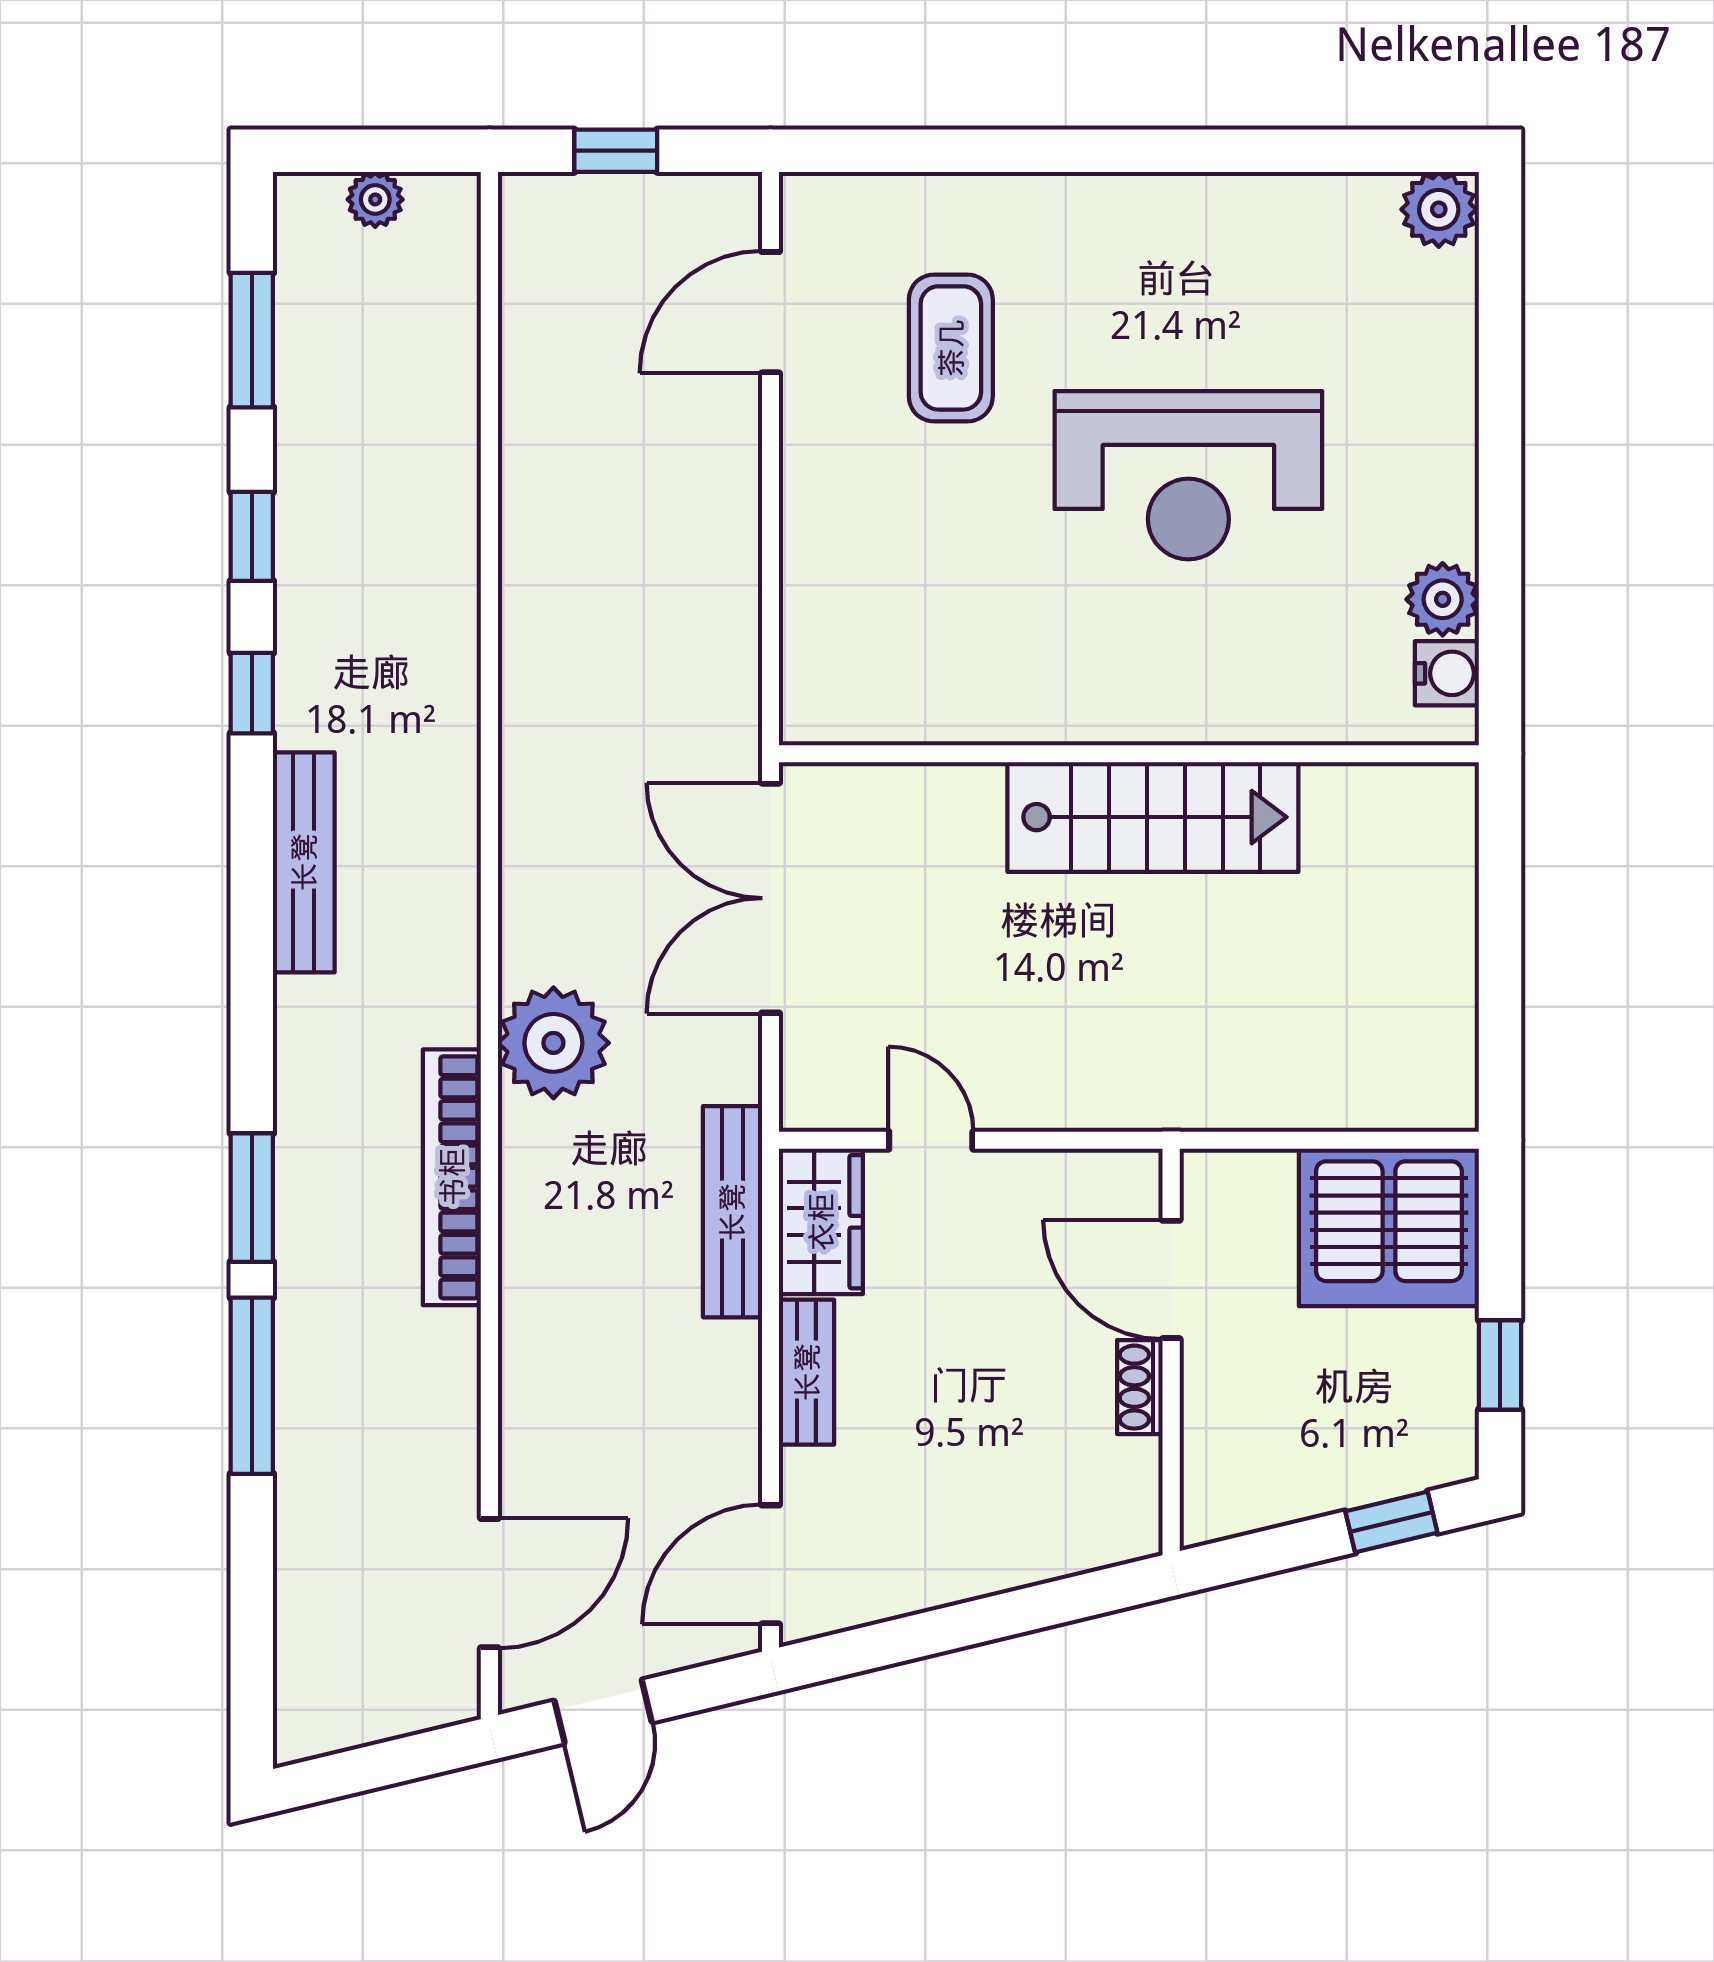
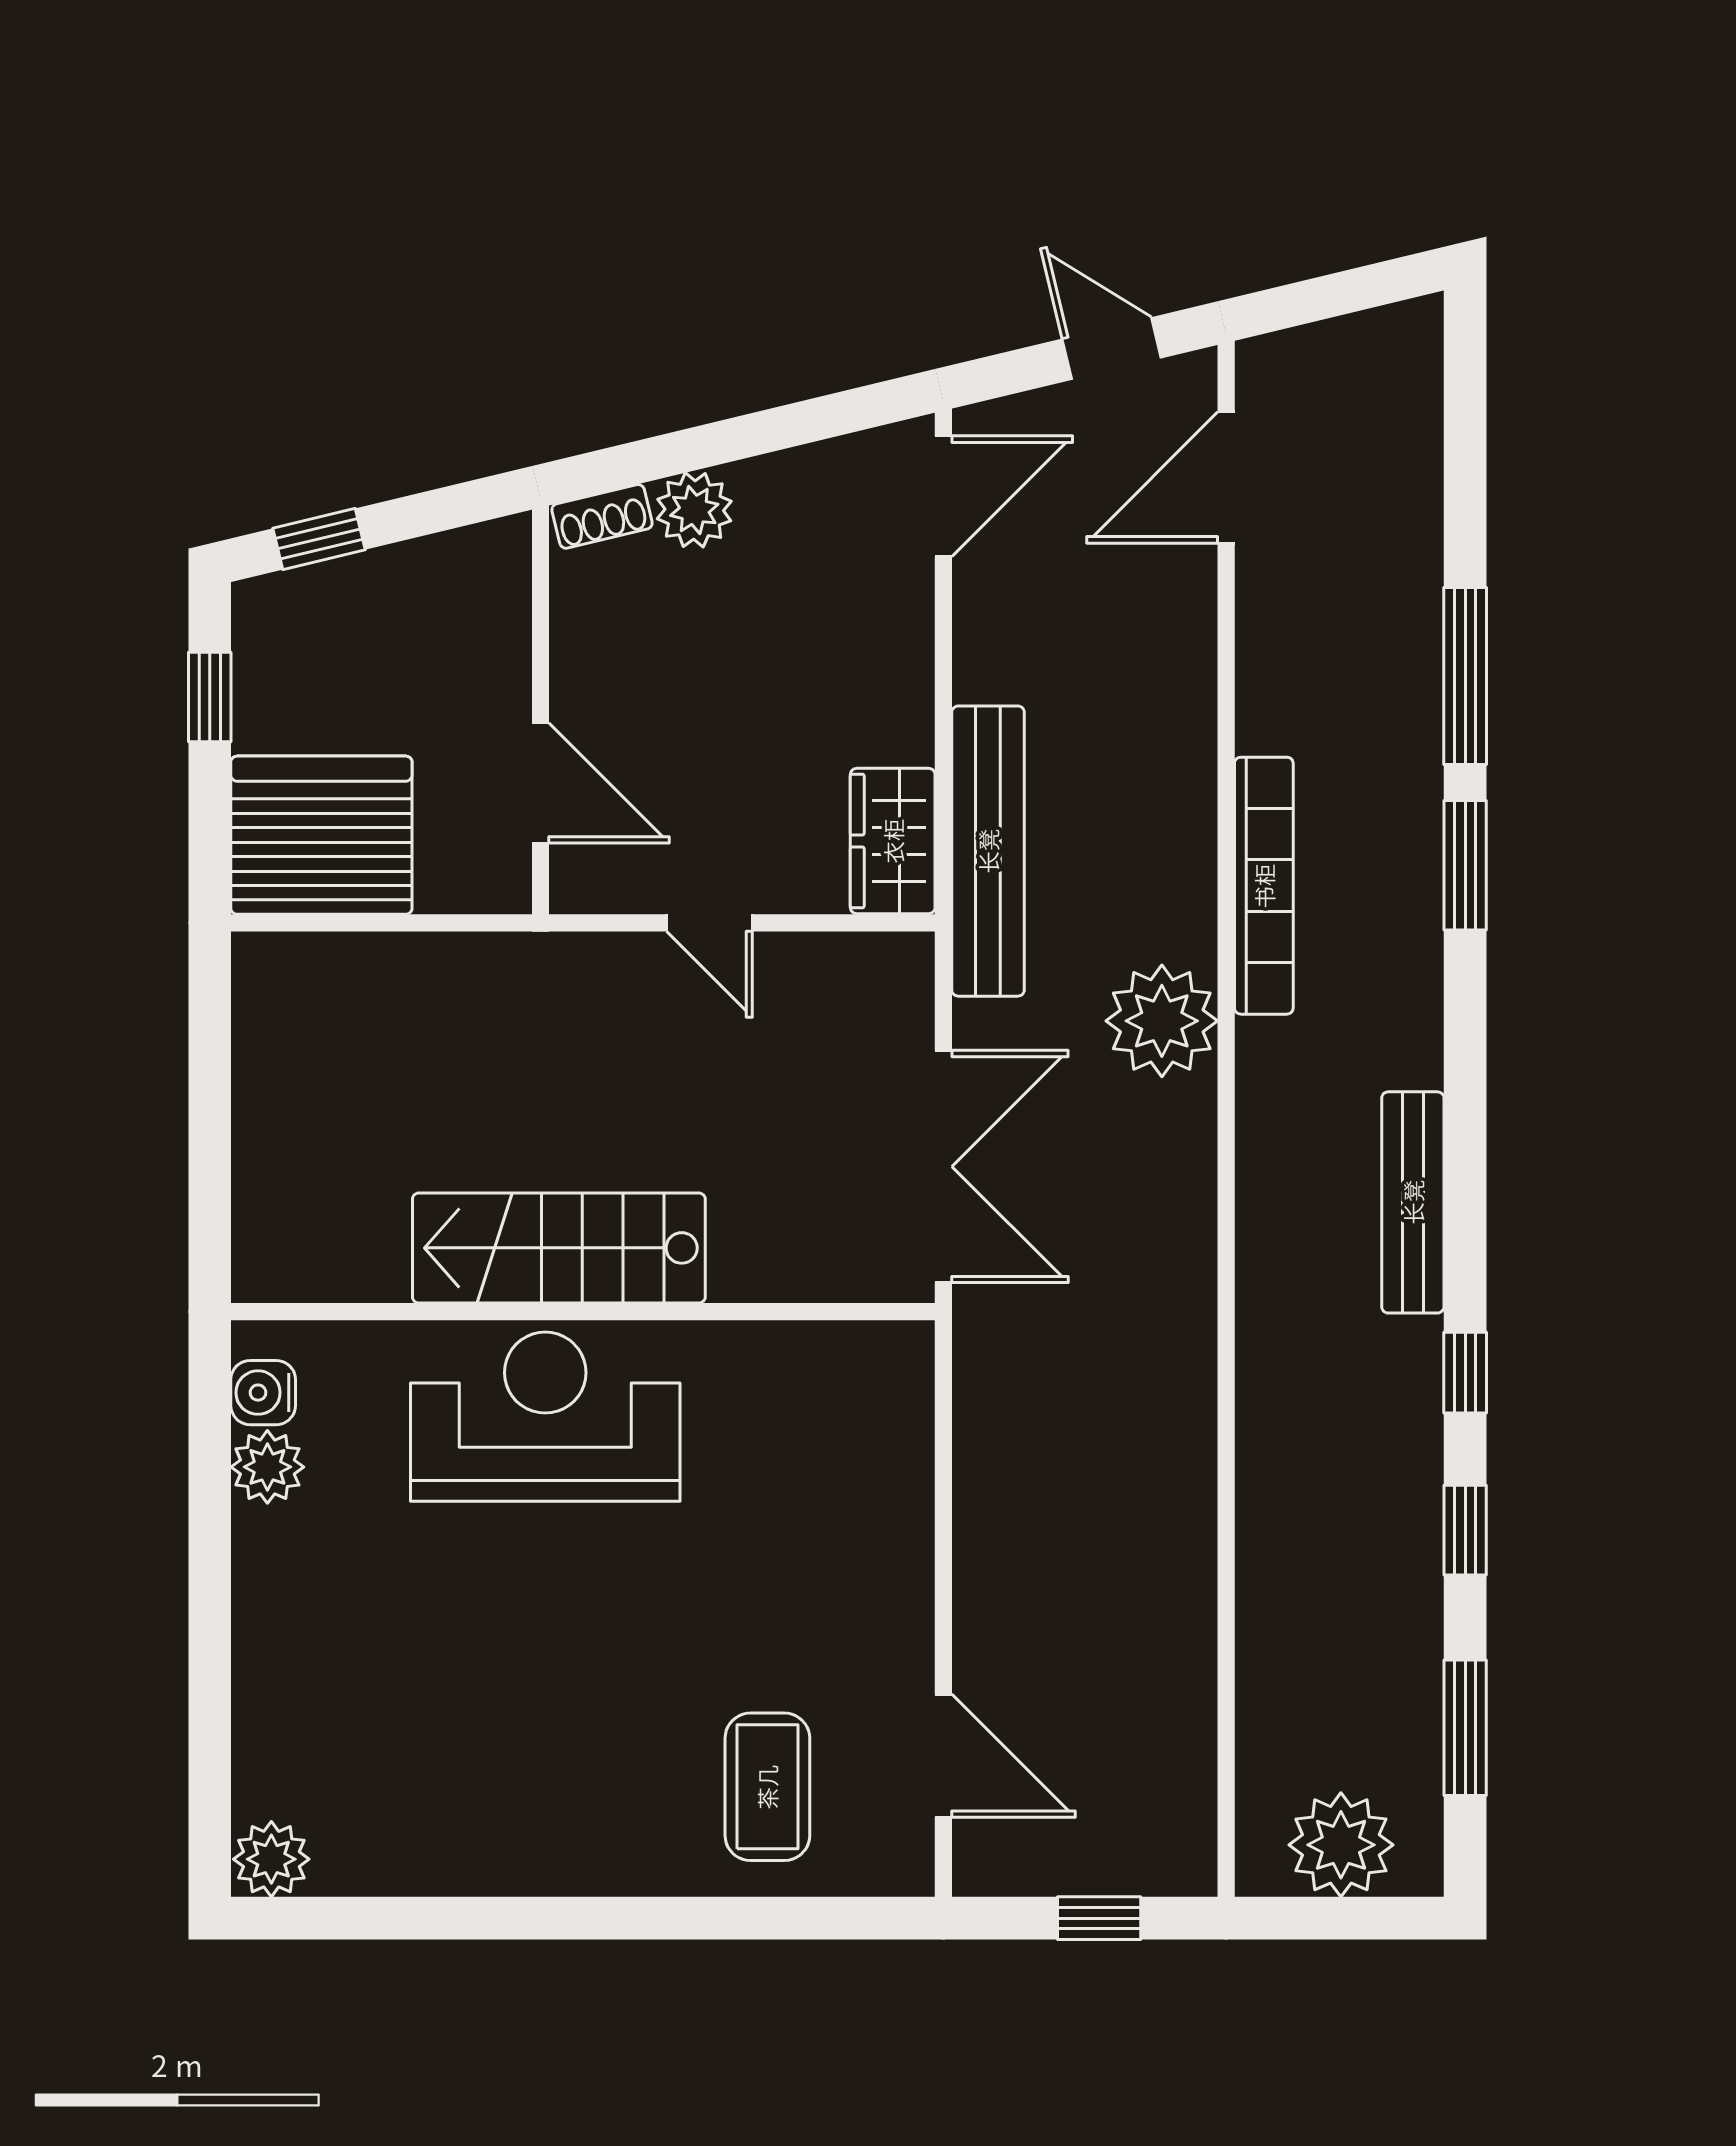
plant: (375, 199) -> (1341, 1845), width x1.88, depth x1.88
door: (770, 312) -> (943, 1756), hinge flipped
coffee table: (951, 348) -> (767, 1787), moved
reception desk: (1188, 475) -> (545, 1417), moved
door: (931, 1140) -> (709, 923), moved
bench: (732, 1212) -> (988, 851), width x1.37, depth x1.21
bench: (807, 1372) -> (907, 690), removed
shoe rack: (1140, 1387) -> (602, 516), moved, turned 76
plant: (1018, 1551) -> (694, 510), added
door: (603, 1711) -> (1112, 348), hinge flipped

